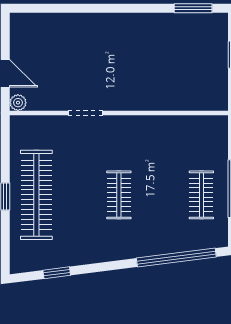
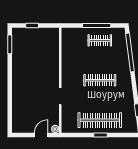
clothes rail: (119, 195) -> (100, 80), width x1.36

